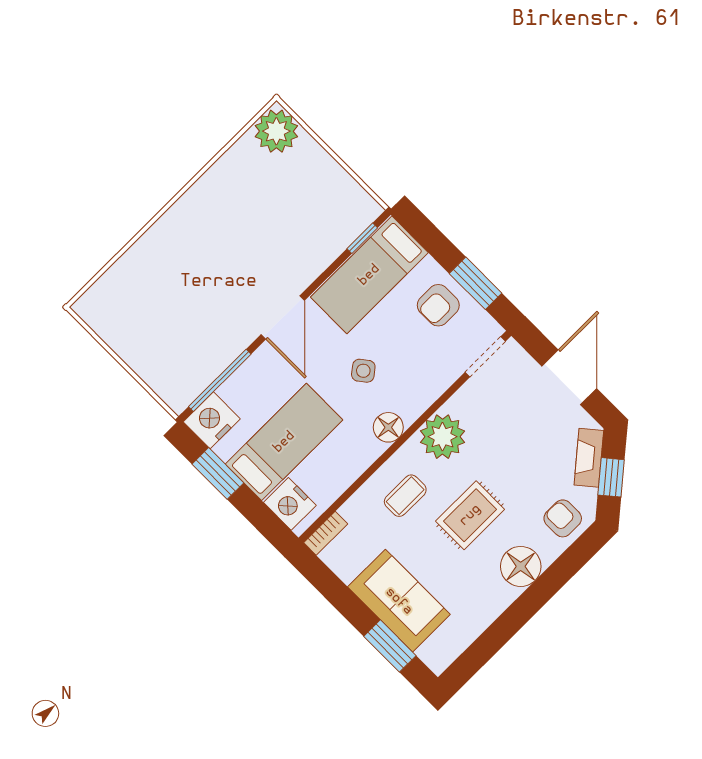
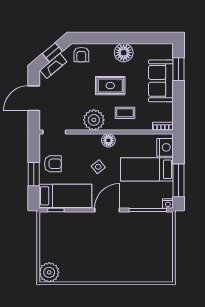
window: (476, 283) -> (34, 174), moved
nightstand: (212, 420) -> (168, 204), width x0.53, depth x0.56
window: (218, 473) -> (178, 180), width x1.44
floor lamp: (521, 566) -> (124, 53), moved

